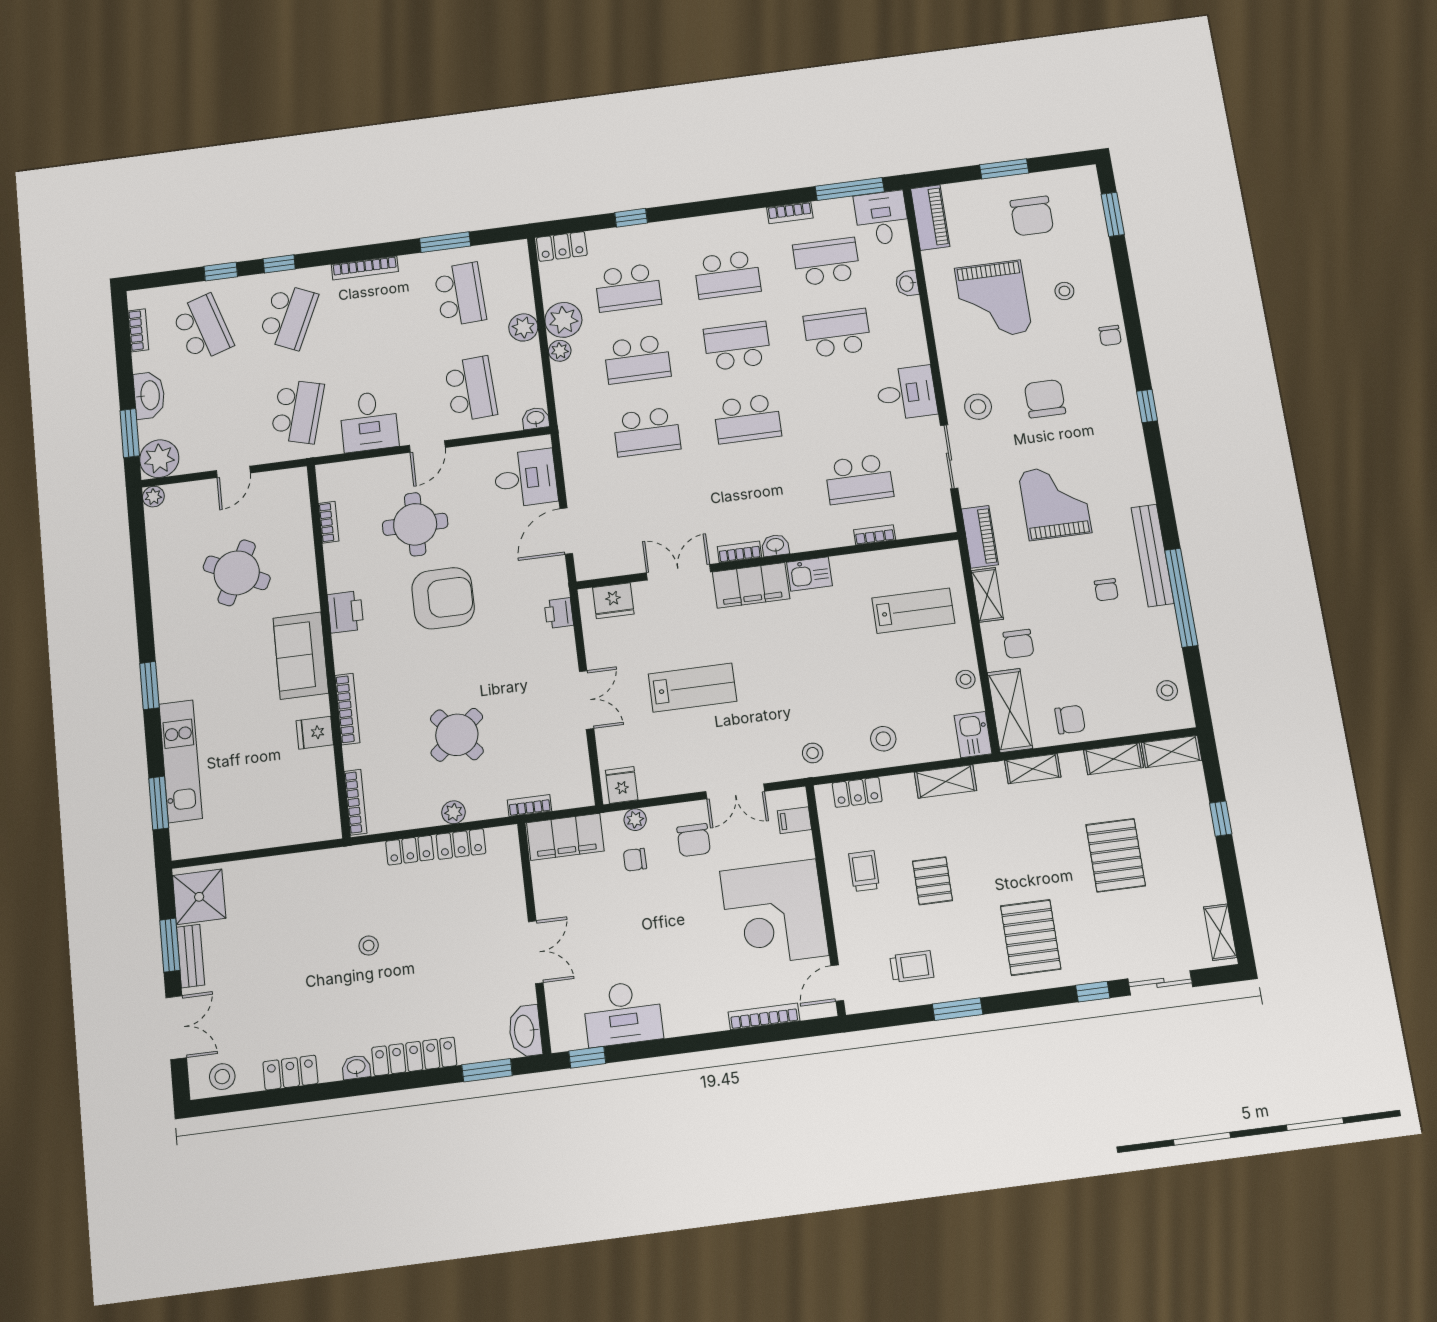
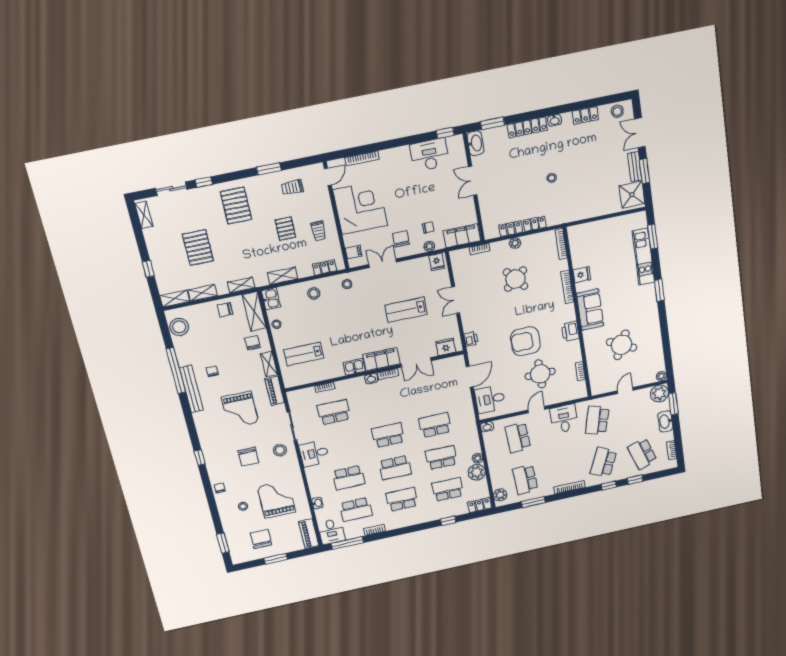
plant: (523, 327) -> (500, 495), moved
stool: (1167, 691) -> (179, 327), width x1.89, depth x1.89

